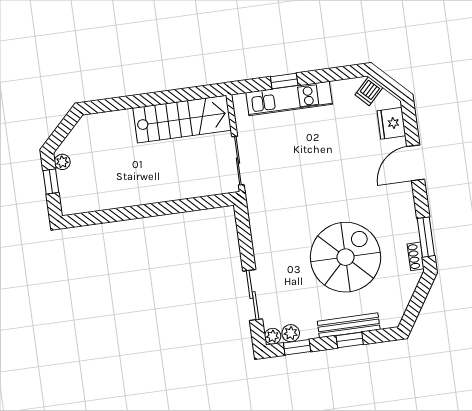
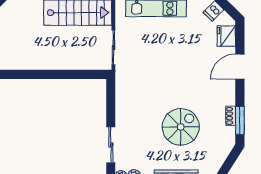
shoe rack: (416, 256) -> (231, 116), moved
spiral stairs: (346, 257) -> (181, 127), width x0.73, depth x0.73

